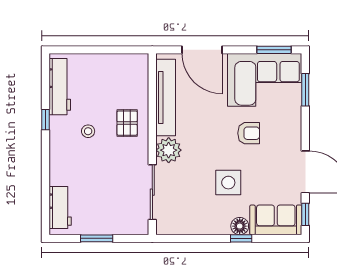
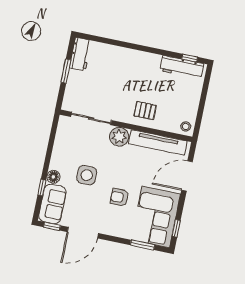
window: (274, 50) -> (176, 228), width x0.67
window: (46, 120) -> (190, 58), moved
stool: (88, 131) -> (186, 126), moved
armchair: (249, 133) -> (119, 197), turned 90
workbench: (60, 208) -> (80, 54), moved, turned -90
window: (241, 238) -> (42, 188), moved

